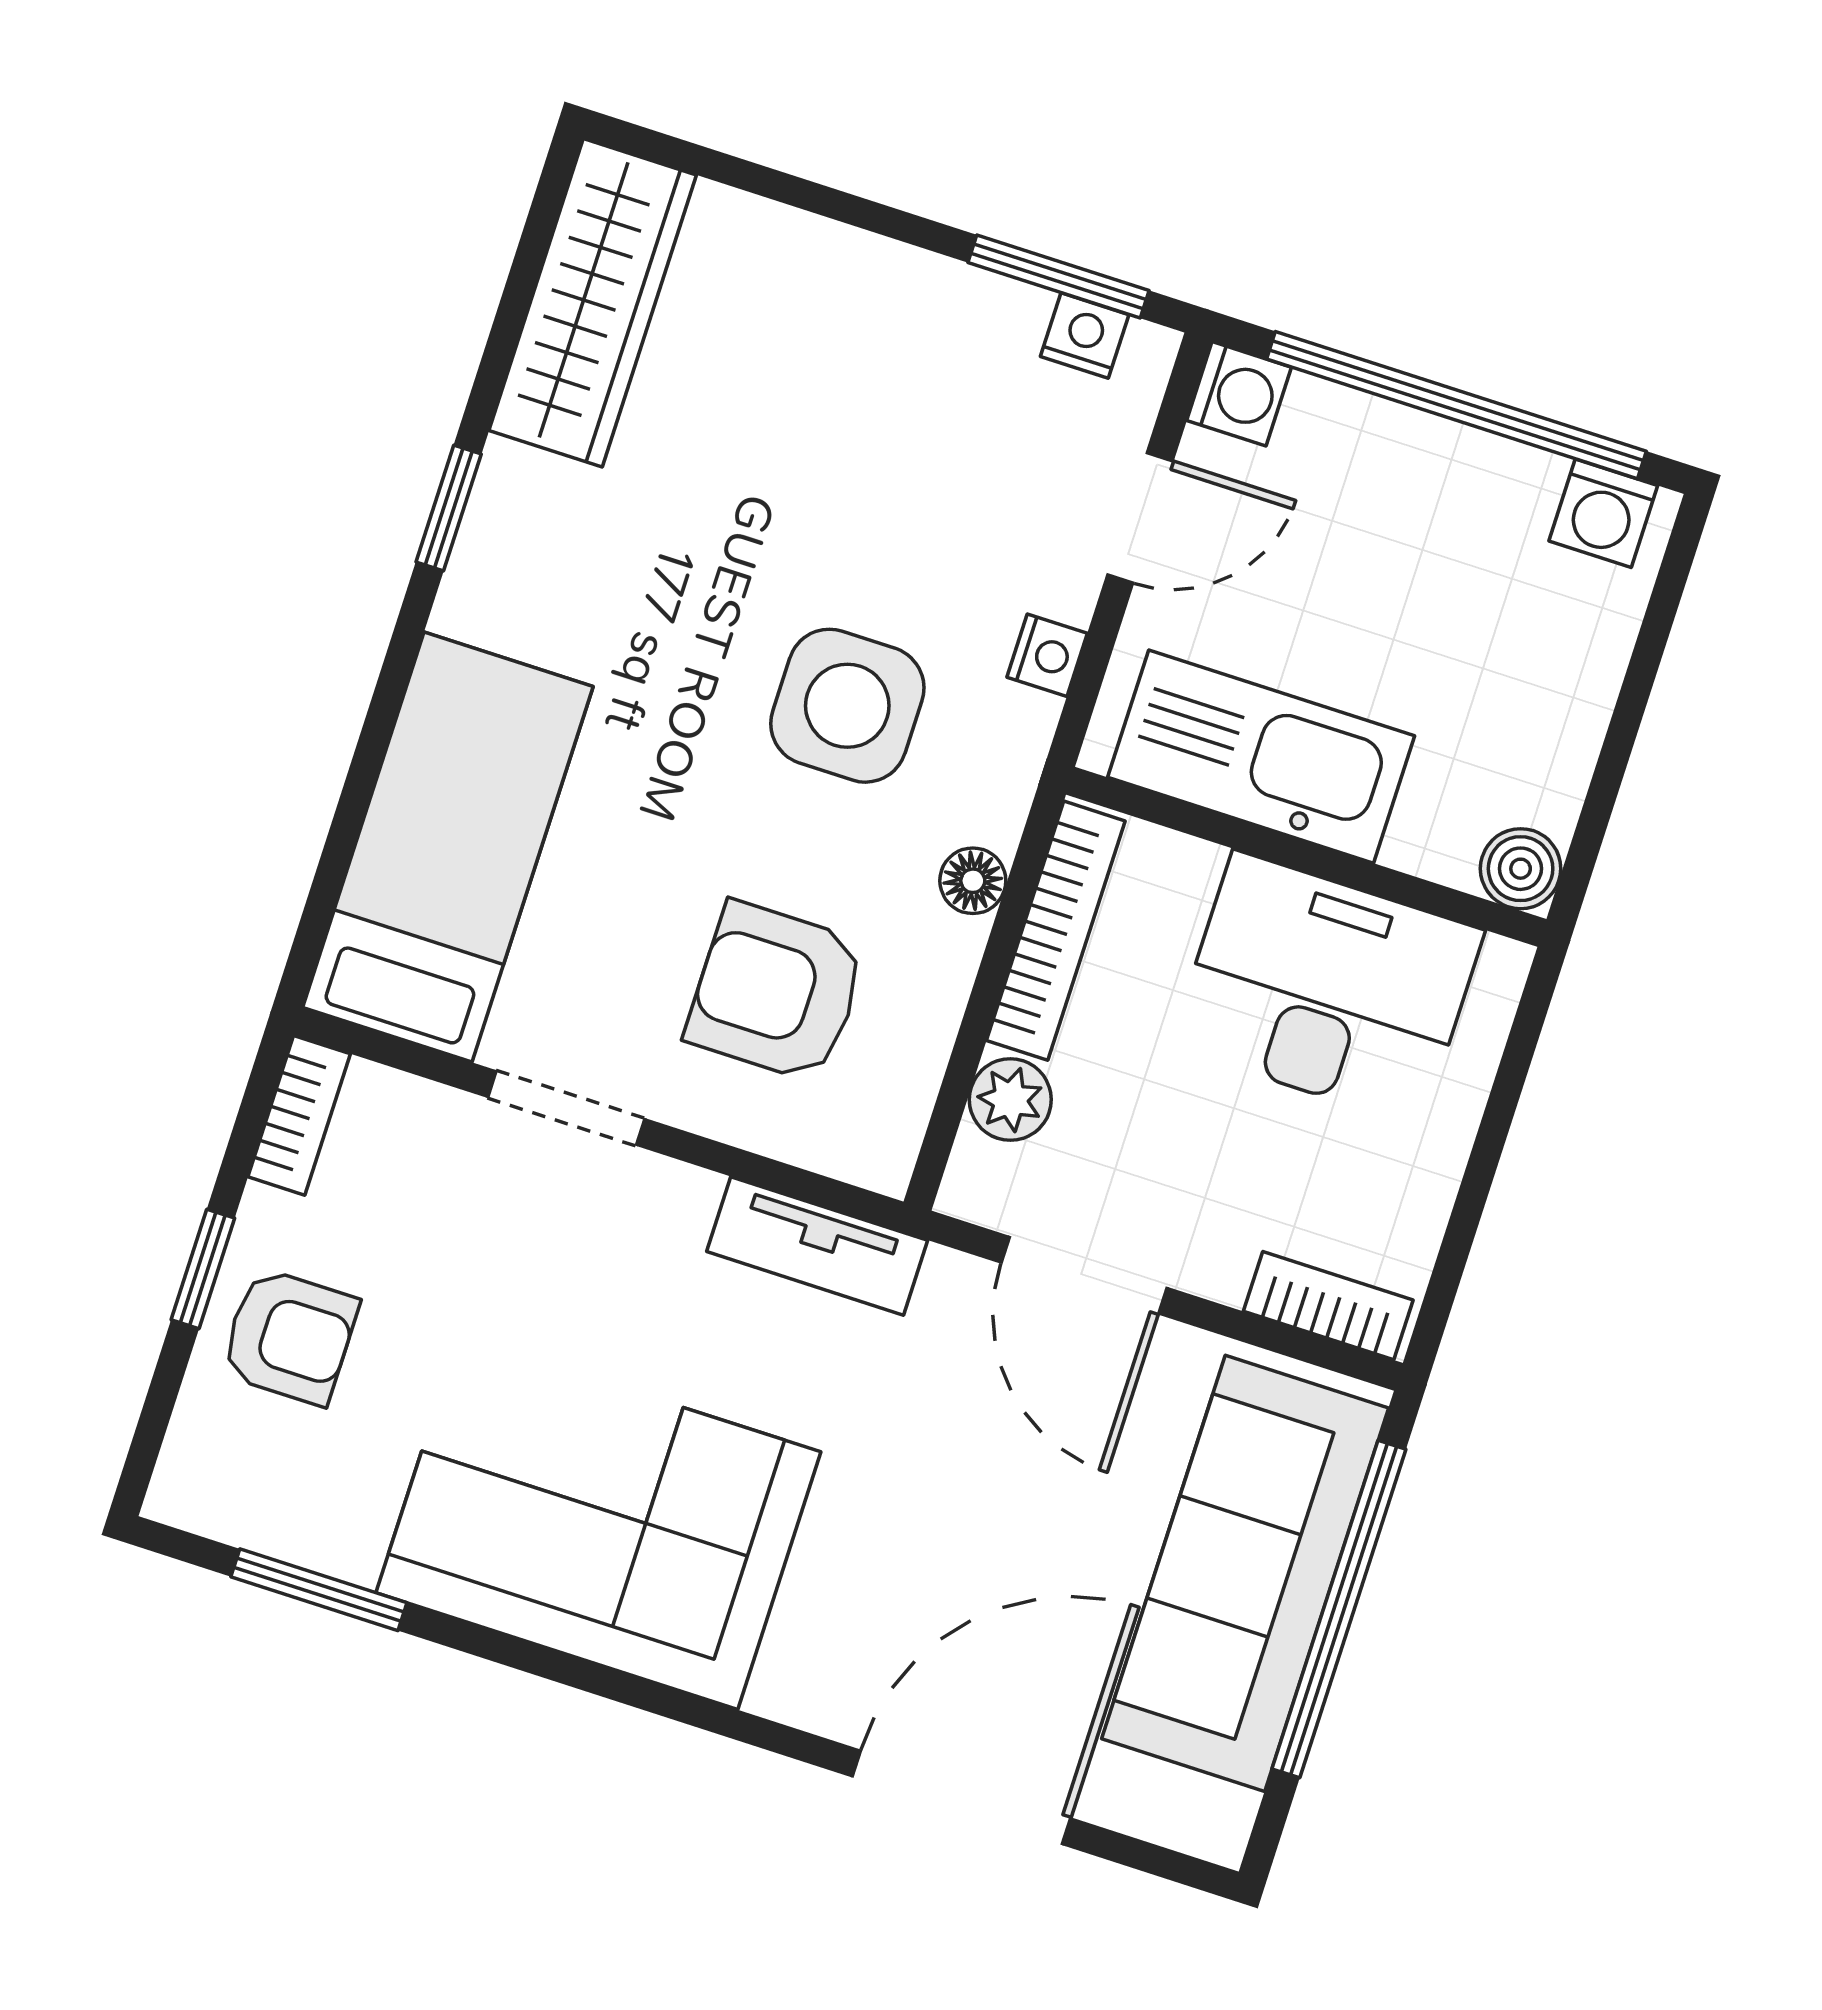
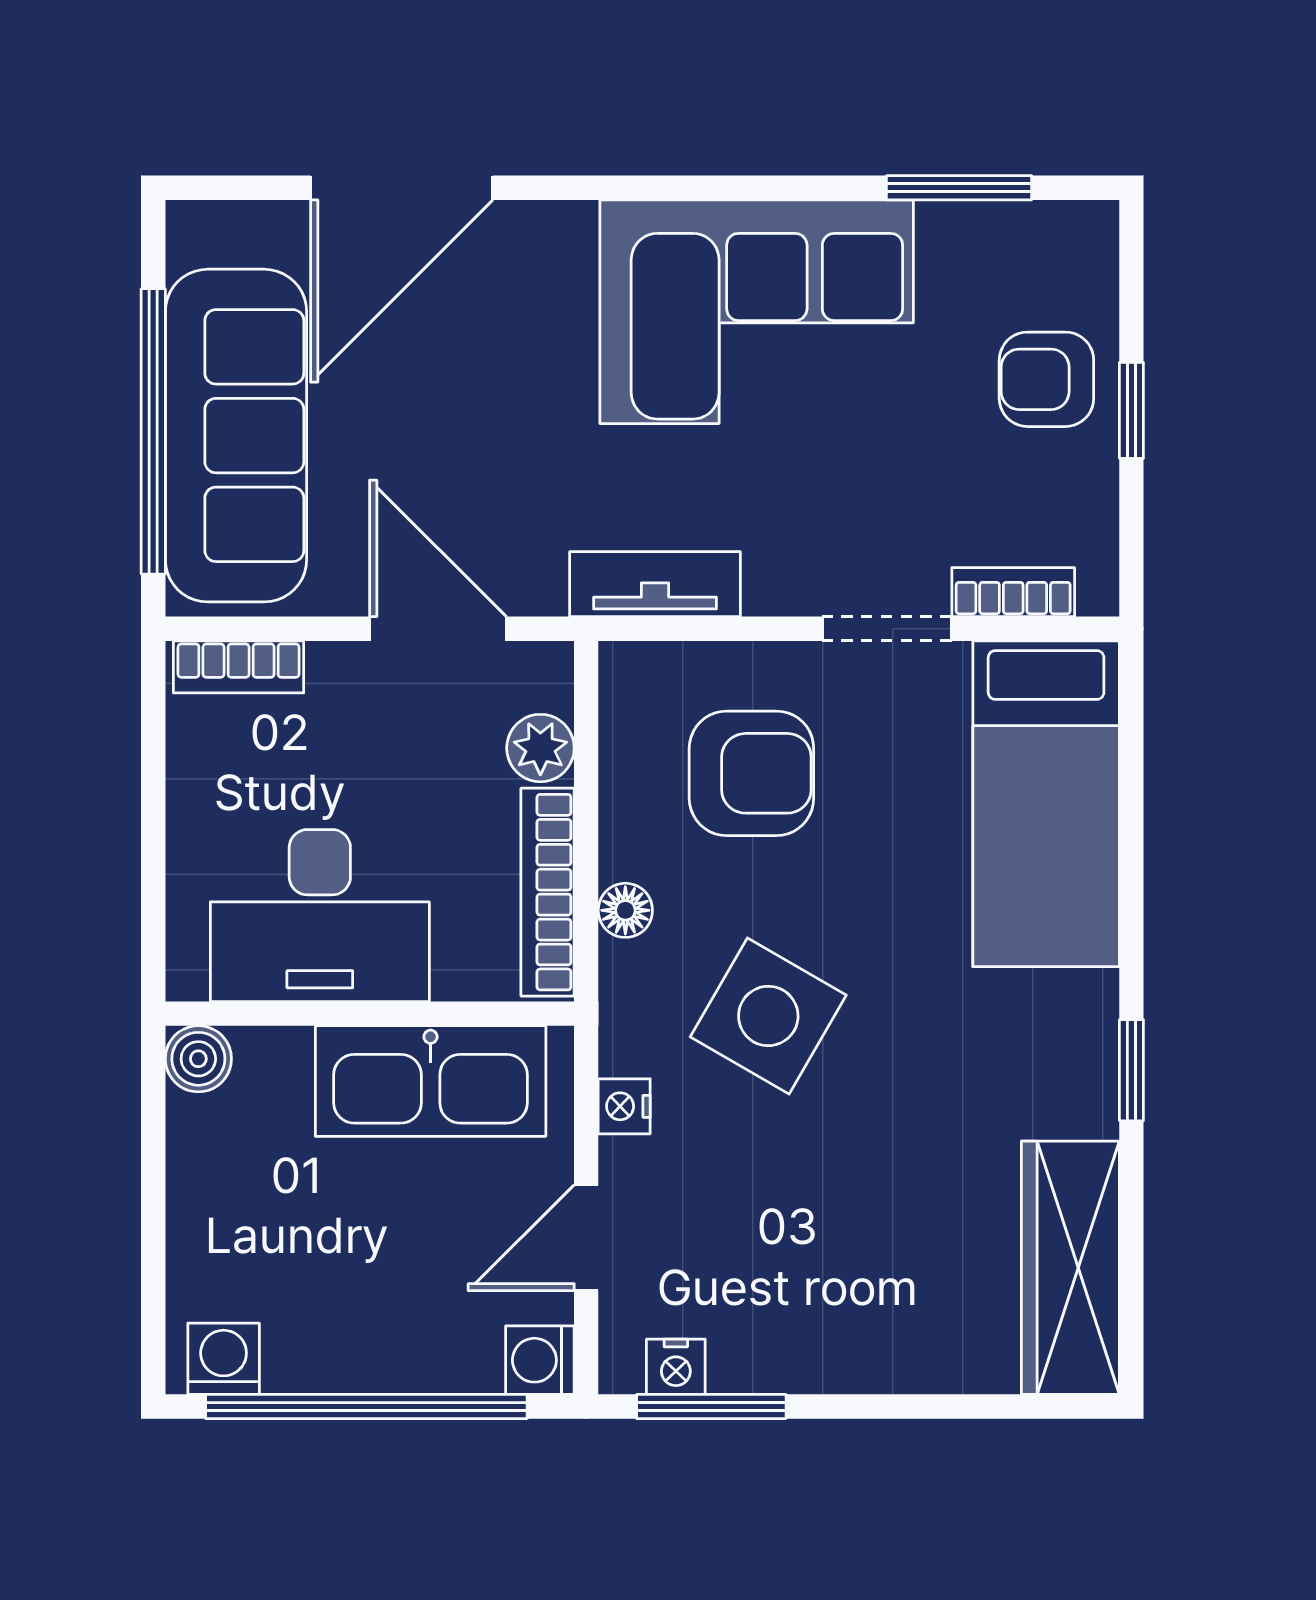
side table: (847, 706) -> (768, 1016), turned 30
bookcase: (299, 1115) -> (1013, 592), moved, turned 90

